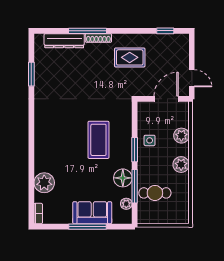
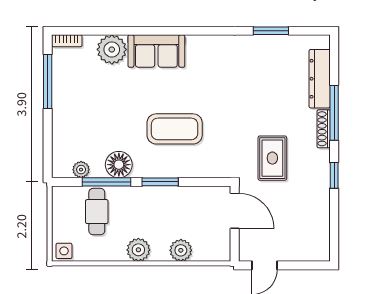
window: (165, 31) -> (334, 175), moved
rug: (130, 57) -> (272, 158), moved
door: (166, 99) -> (235, 211), moved
side table: (150, 140) -> (64, 251), moved
sofa: (92, 213) -> (156, 51), moved, turned 90
window: (88, 227) -> (48, 82), moved

